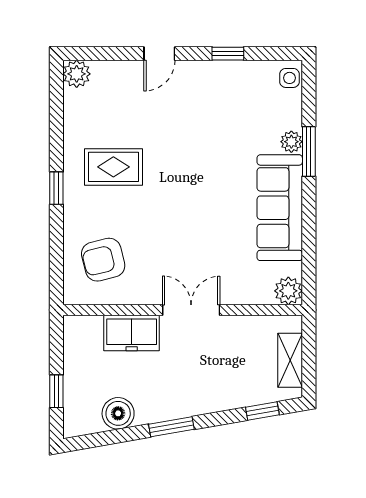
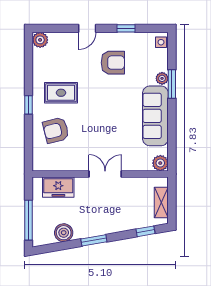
armchair: (205, 114) -> (113, 63), added
armchair: (103, 260) -> (56, 130), moved
freezer: (132, 333) -> (58, 187), moved
window: (56, 391) -> (29, 220), width x2.17

